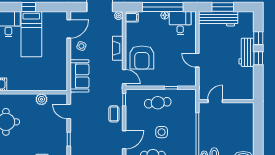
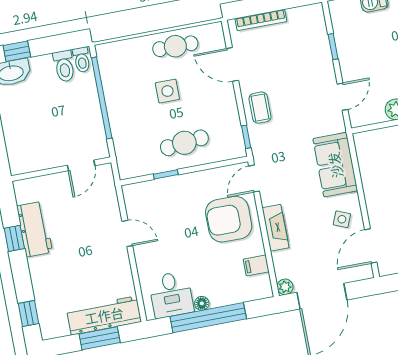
filing cabinet: (132, 17) -> (256, 265), moved
window: (258, 38) -> (29, 314), moved
workbench: (246, 52) -> (35, 229), moved
armchair: (142, 57) -> (229, 219), turned -90
window: (258, 58) -> (14, 238), moved
door: (124, 77) -> (254, 179), hinge flipped
door: (69, 111) -> (343, 97), hinge flipped
door: (124, 140) -> (233, 64), hinge flipped

